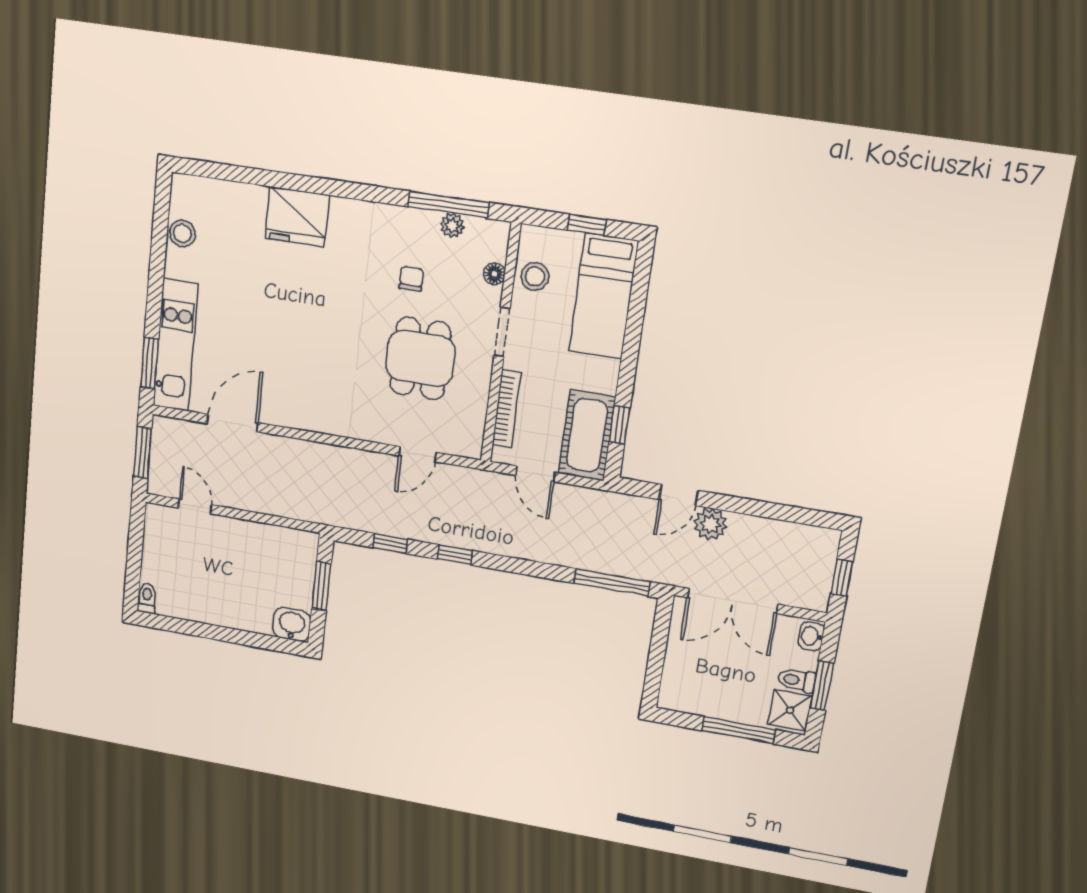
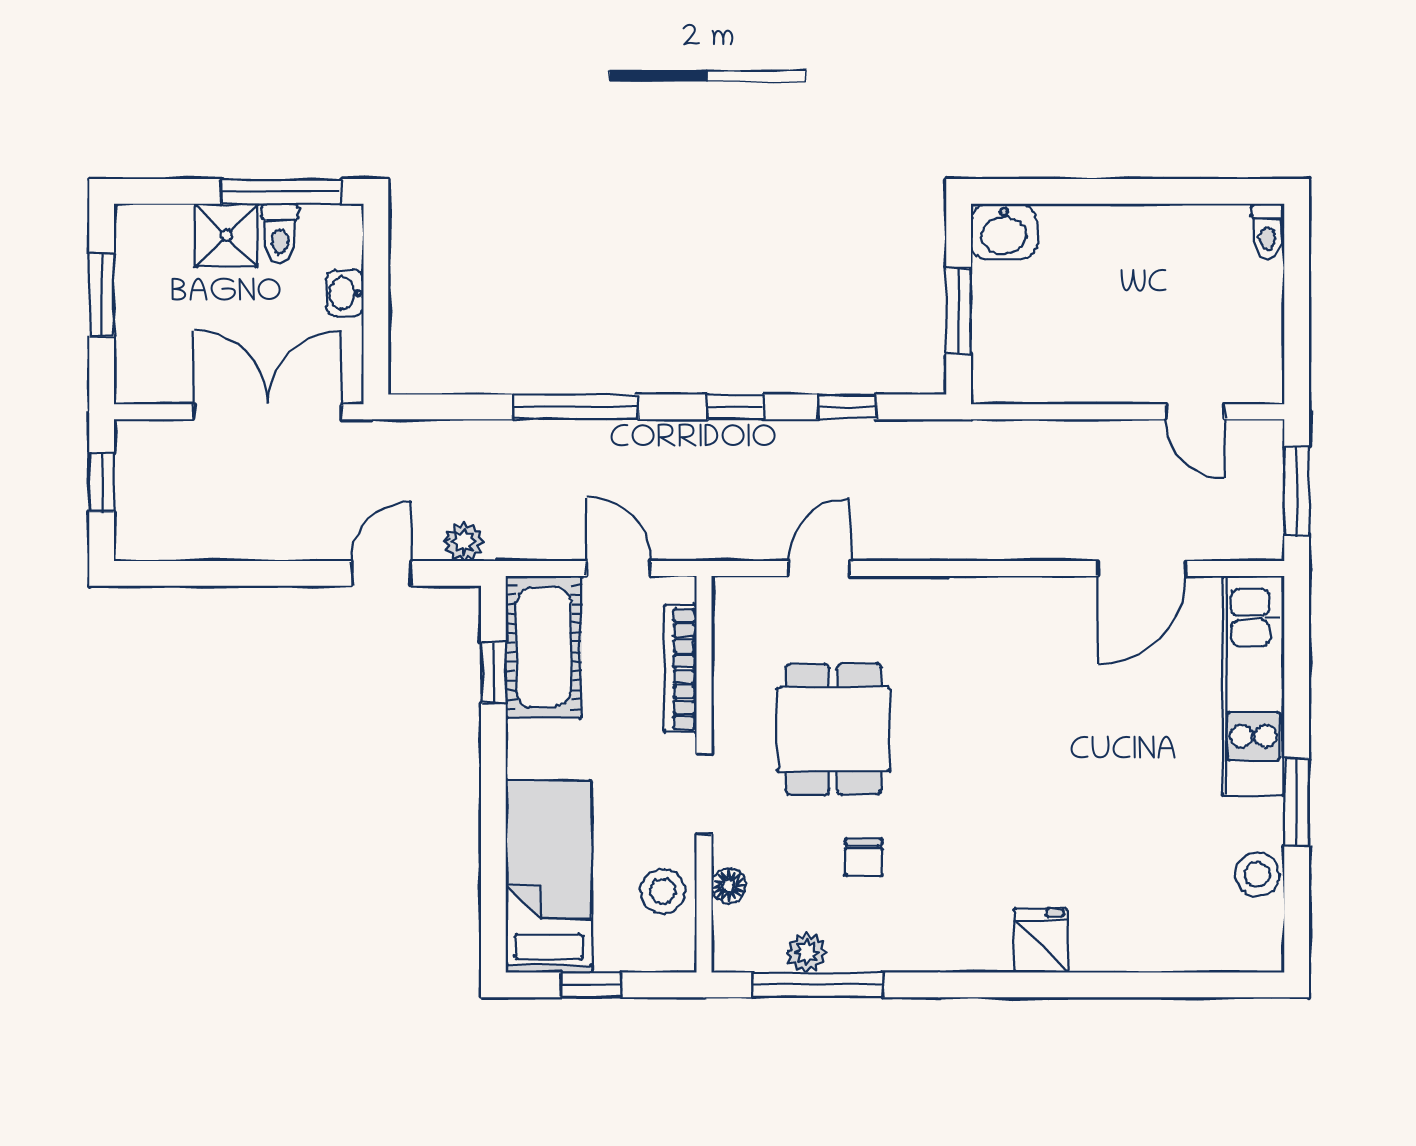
fridge: (297, 217) -> (1041, 941), width x0.53, depth x0.75
window: (150, 363) -> (1297, 802), moved
plant: (710, 524) -> (464, 541), moved, width x0.73, depth x0.73
window: (612, 582) -> (575, 407), moved
washbasin: (811, 636) -> (345, 293), moved, turned 180
toilet: (796, 680) -> (280, 233), moved, turned 90
shower: (790, 710) -> (227, 235), moved
window: (739, 730) -> (281, 191), moved

